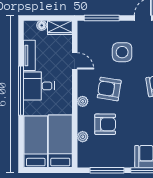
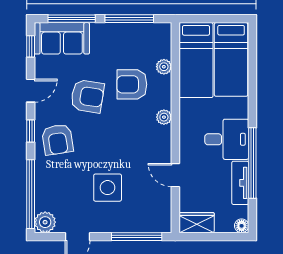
floor lamp: (42, 25) -> (242, 226), moved
armchair: (109, 89) -> (87, 96), moved
window: (21, 91) -> (252, 163), moved

